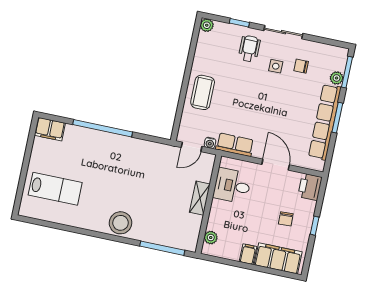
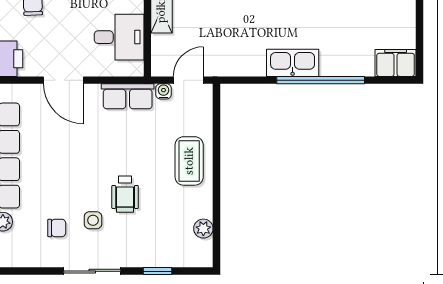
plant: (207, 25) -> (203, 229), moved
wheelchair: (249, 49) -> (125, 194), moved
kitchen sink: (119, 144) -> (293, 63), added

